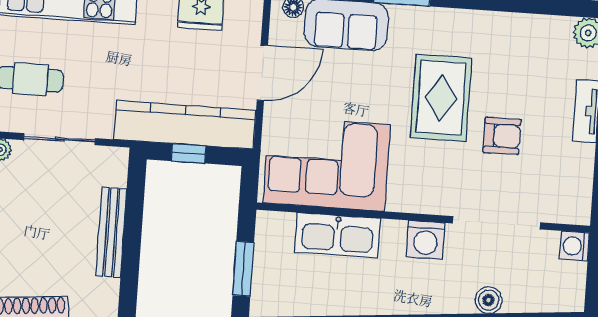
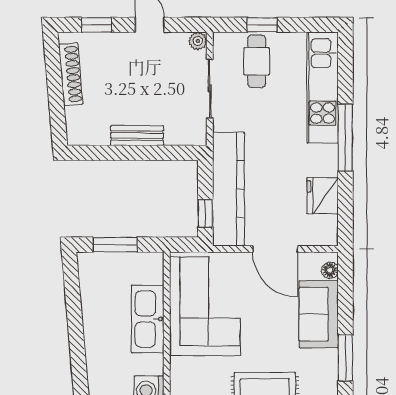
window: (189, 154) -> (205, 213), moved
bench: (111, 232) -> (137, 136), width x0.73

